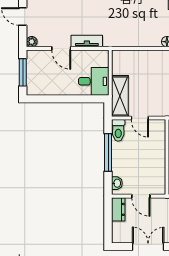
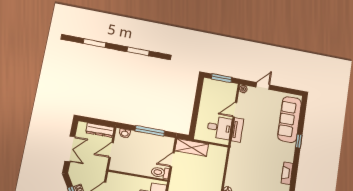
desk: (94, 81) -> (219, 128), moved, turned -90
toilet: (118, 130) -> (160, 173), moved
dresser: (118, 209) -> (100, 130), width x1.44

